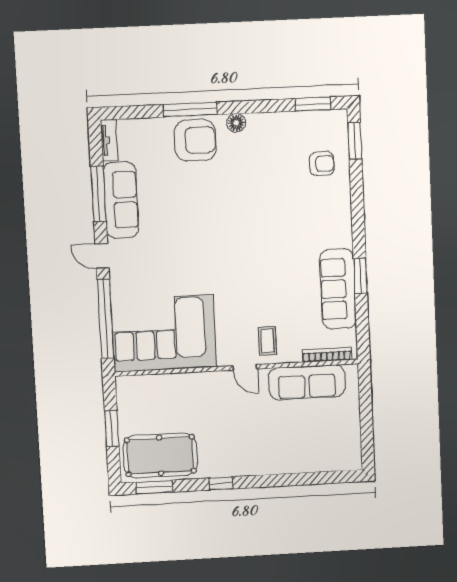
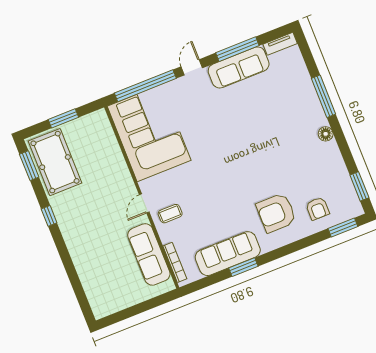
armchair: (195, 140) -> (276, 213), moved, turned 90

